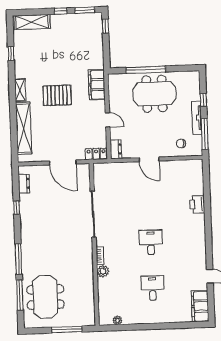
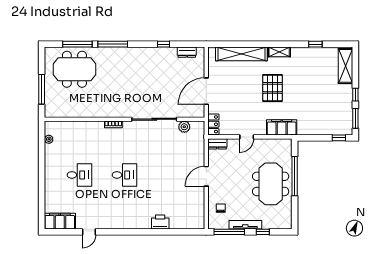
plant: (103, 271) -> (184, 127), moved

